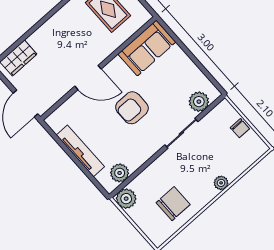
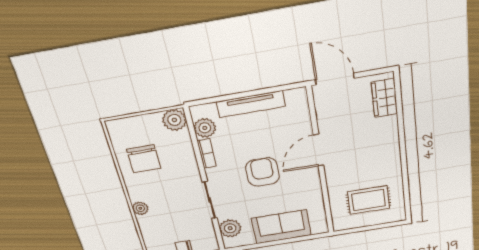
sofa: (147, 48) -> (281, 227), moved, turned 90
bookcase: (141, 159) -> (207, 153), added

